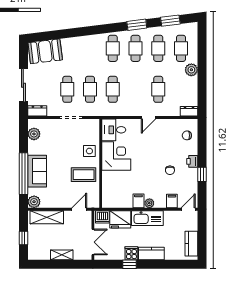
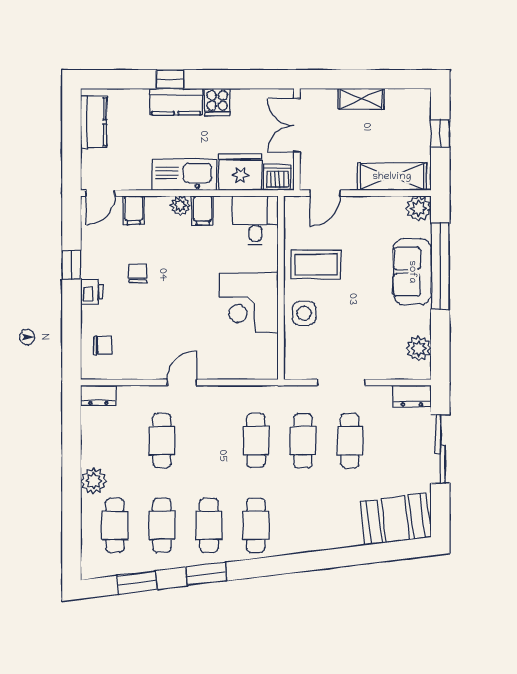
desk: (114, 130) -> (255, 220), moved, turned -90
window: (130, 264) -> (170, 79), moved

